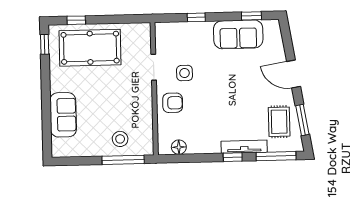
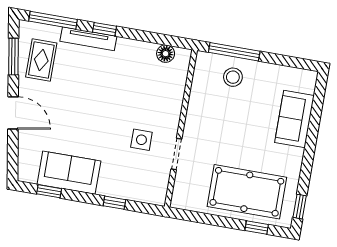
armchair: (173, 103) -> (162, 107), removed

